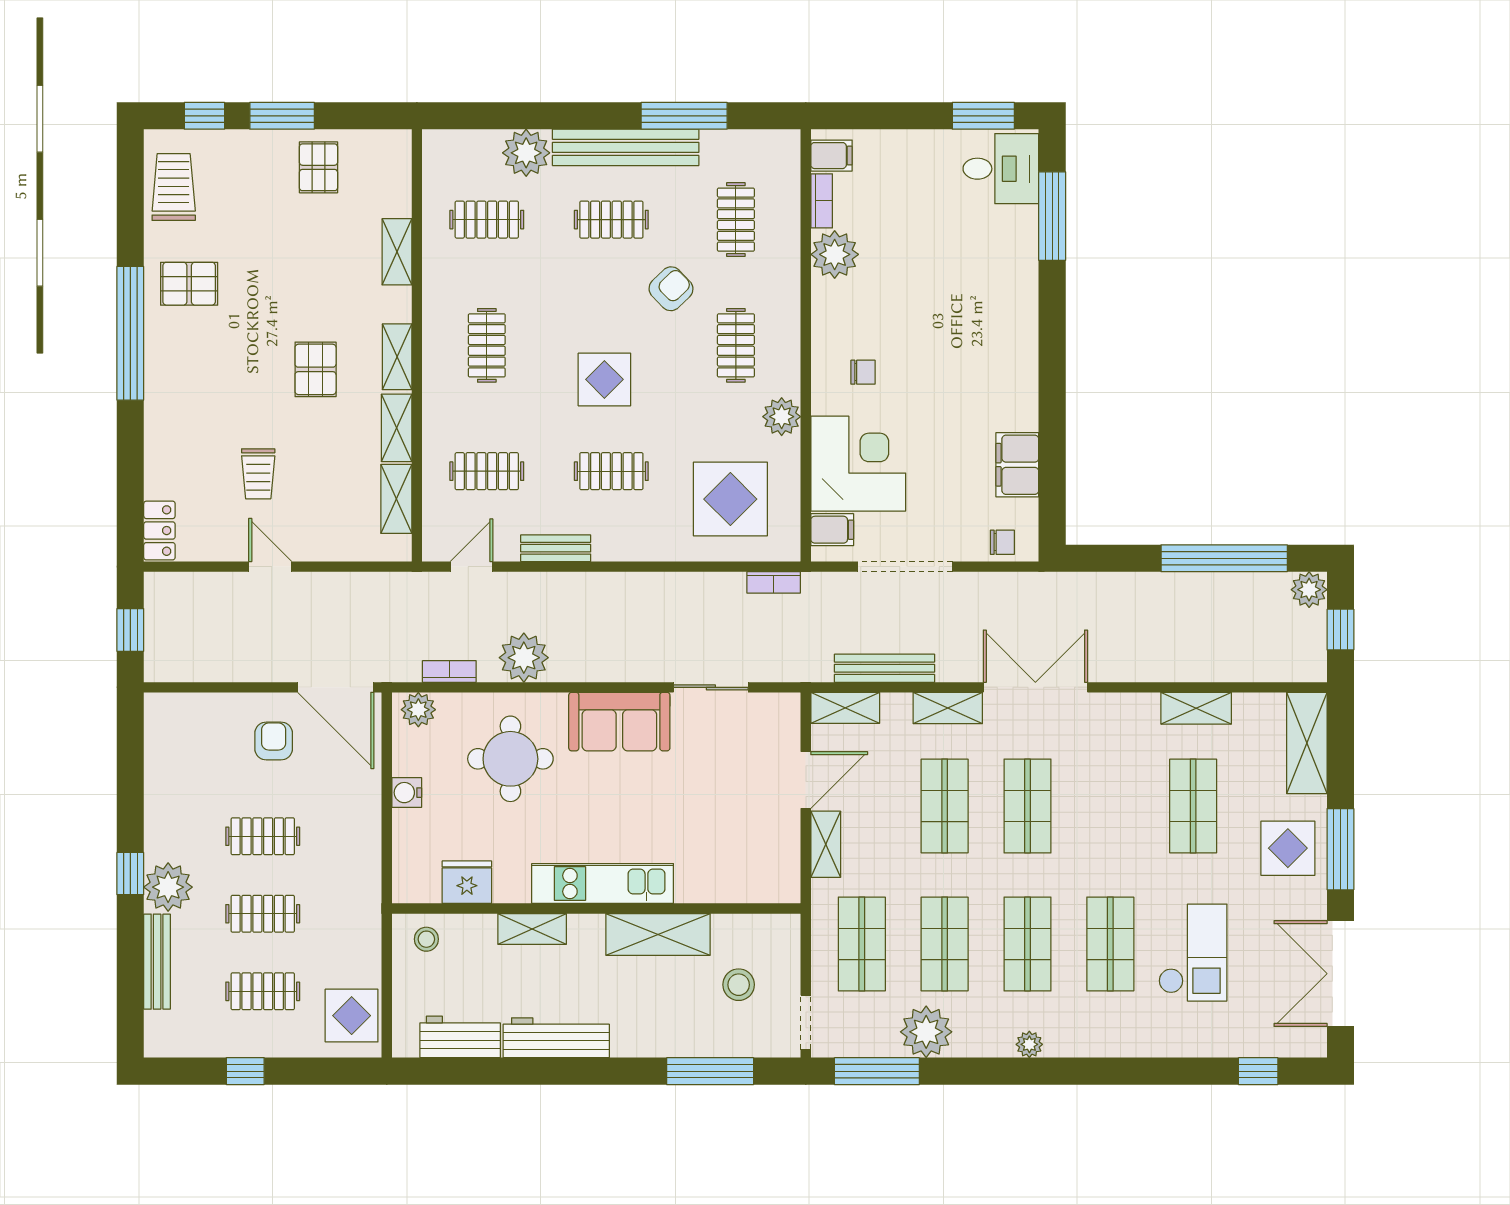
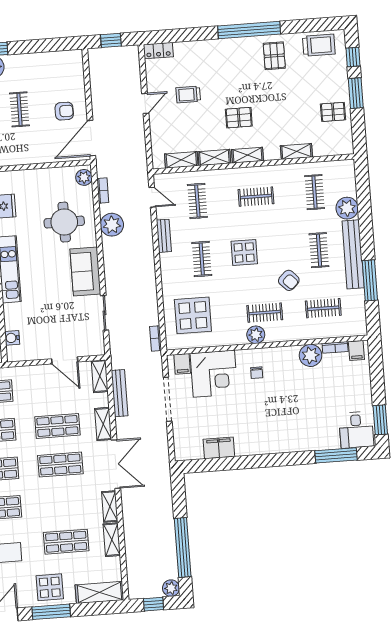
plant: (782, 417) -> (256, 335), moved
chair: (1002, 542) -> (182, 444), removed
water cooler: (407, 793) -> (12, 338), moved, turned -90
shelving: (826, 844) -> (110, 507), moved, turned 90

